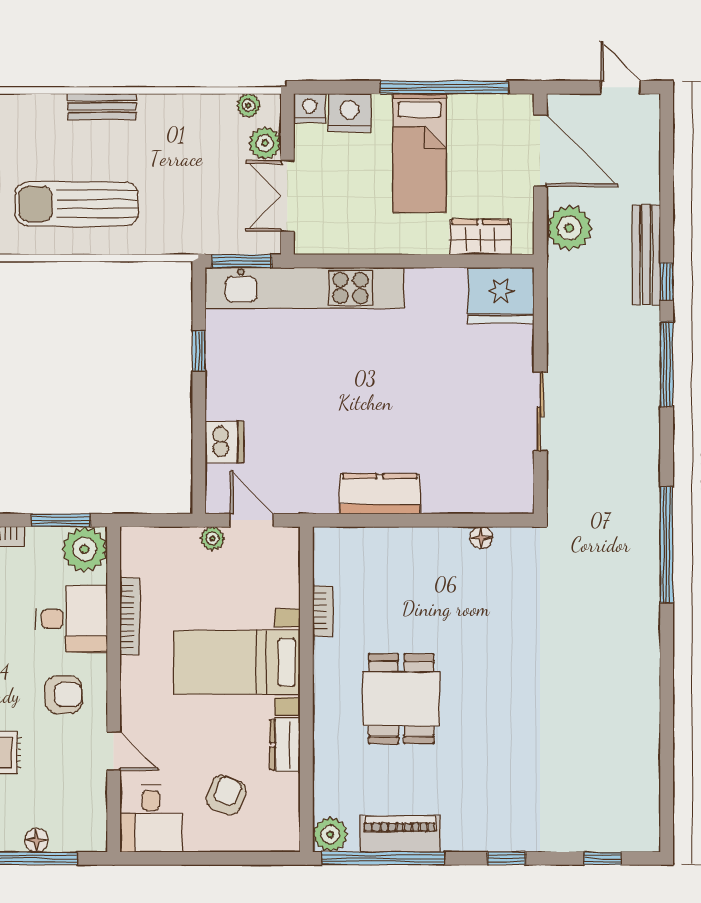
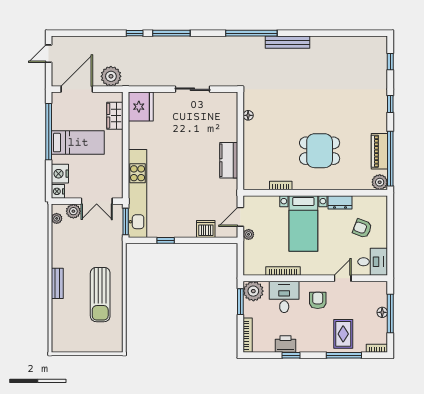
bench: (646, 255) -> (287, 42), moved

